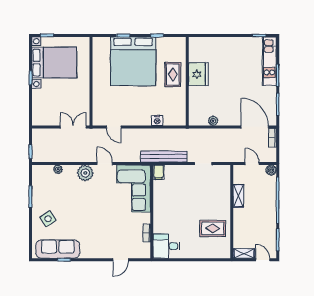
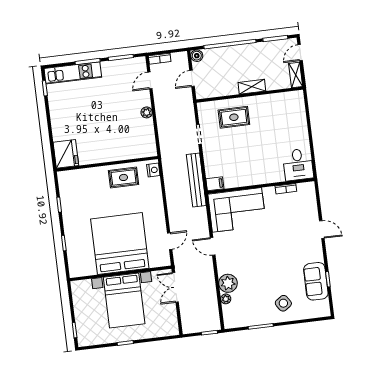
bed: (133, 61) -> (120, 244), moved, turned -90
bed with nightstands: (54, 63) -> (124, 300), moved, turned 180
fridge: (198, 74) -> (66, 154), moved, turned 90
rug: (173, 75) -> (124, 177), moved
nightstand: (157, 120) -> (153, 170), moved
plant: (213, 121) -> (147, 112), moved
door: (255, 127) -> (150, 80), width x0.53
door: (105, 164) -> (213, 246), hinge flipped
plant: (85, 173) -> (228, 283), moved
shelving: (238, 196) -> (252, 87), moved
rug: (213, 229) -> (234, 117), moved, turned 90
sofa: (58, 249) -> (316, 281), width x0.73
door: (121, 260) -> (322, 230), moved

